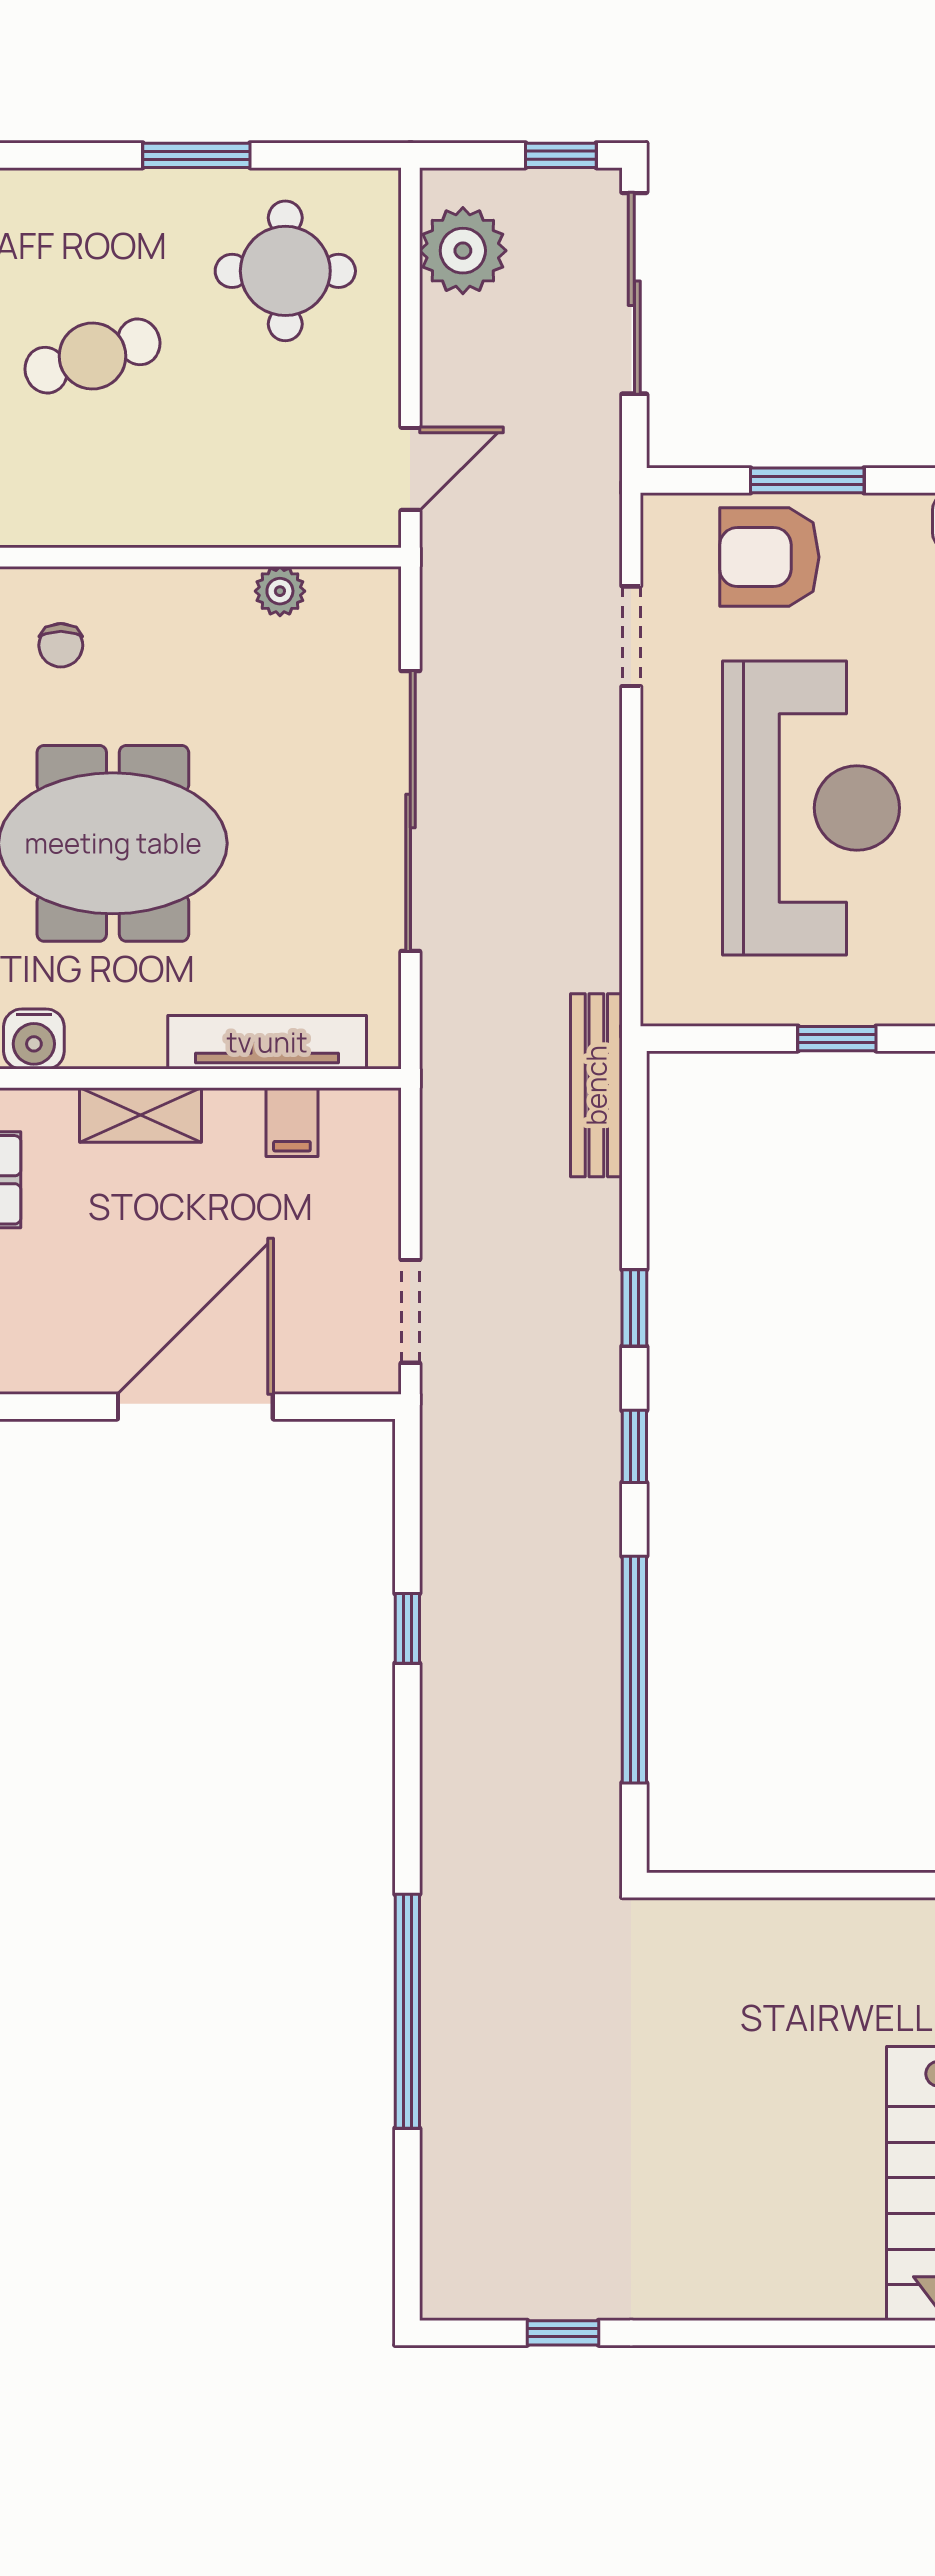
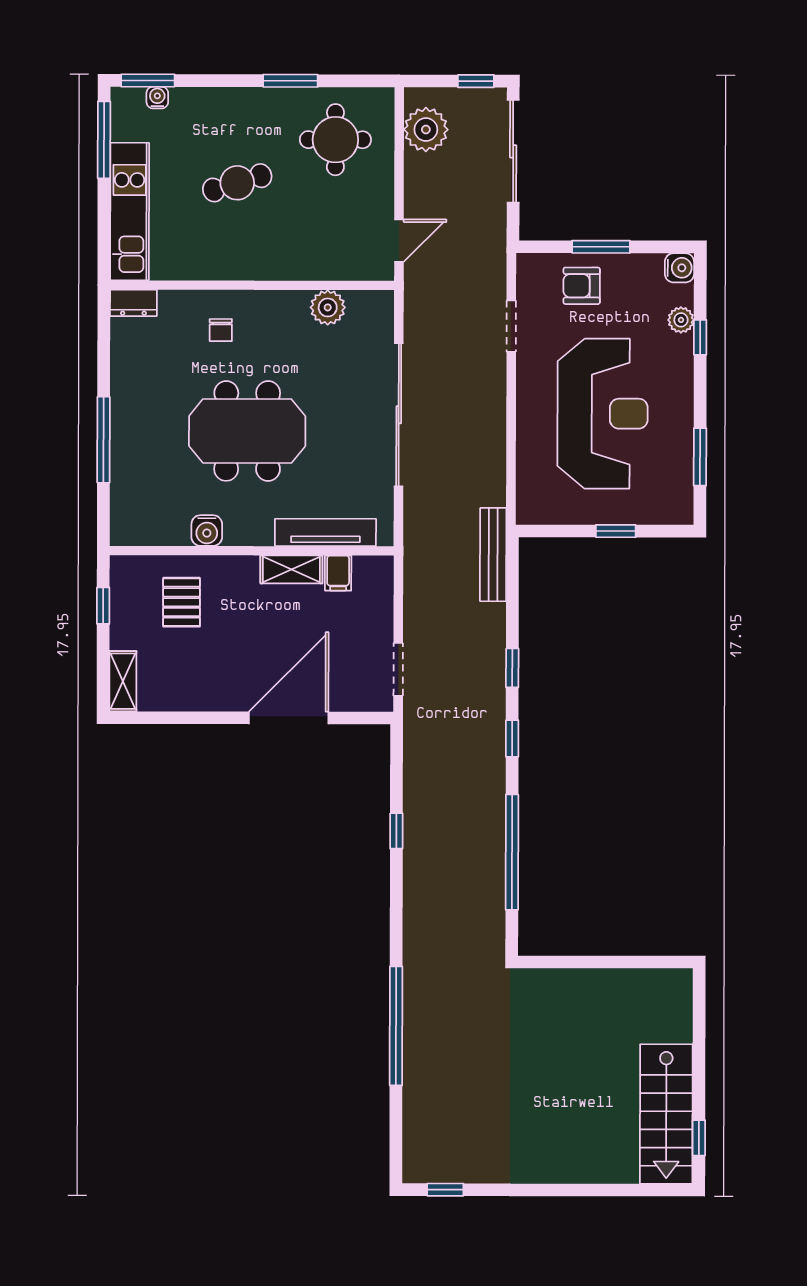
armchair: (769, 557) -> (582, 286), width x0.72, depth x0.72
plant: (280, 591) -> (328, 307), width x1.38, depth x1.38
shelving: (141, 1115) -> (291, 569), moved
window: (563, 2333) -> (445, 1190), moved

